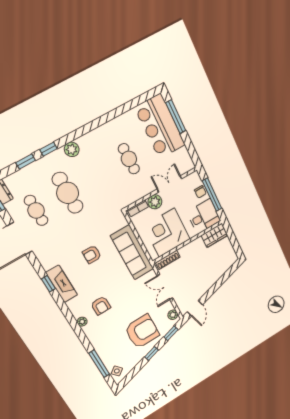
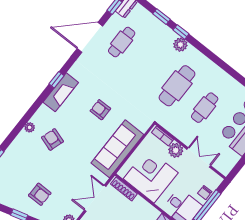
plant: (72, 149) -> (180, 45), moved
cafe table: (68, 193) -> (177, 86), moved
armchair: (101, 306) -> (52, 139), turned 108
armchair: (142, 331) -> (40, 194), width x0.53, depth x0.53

